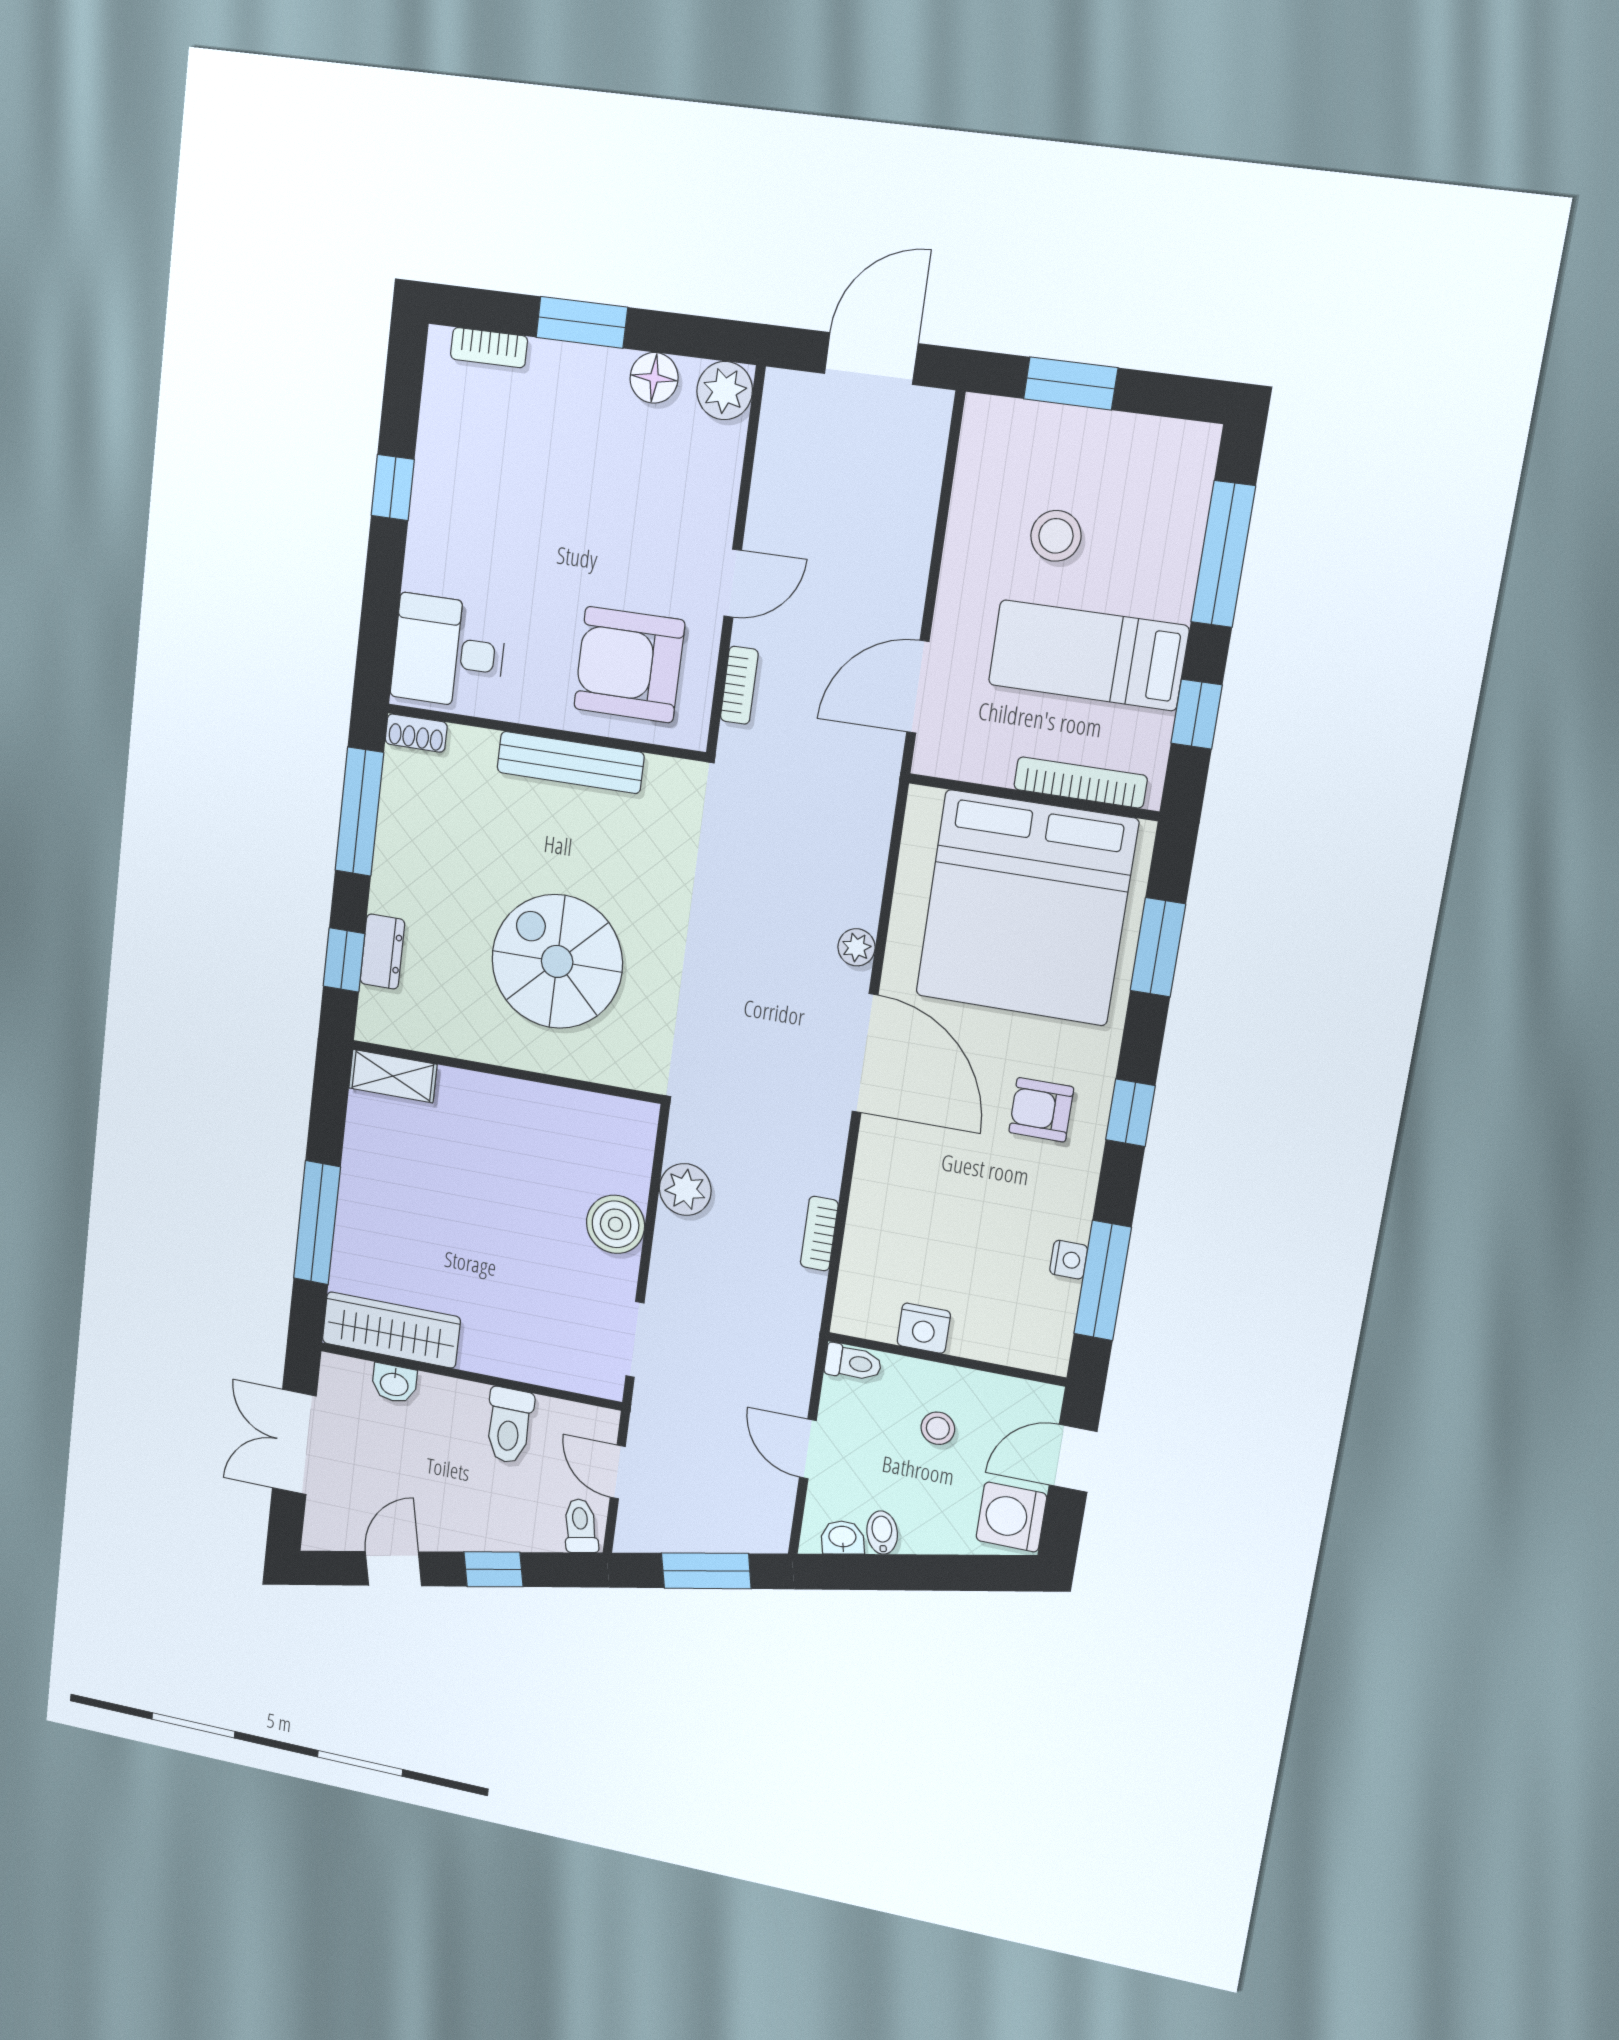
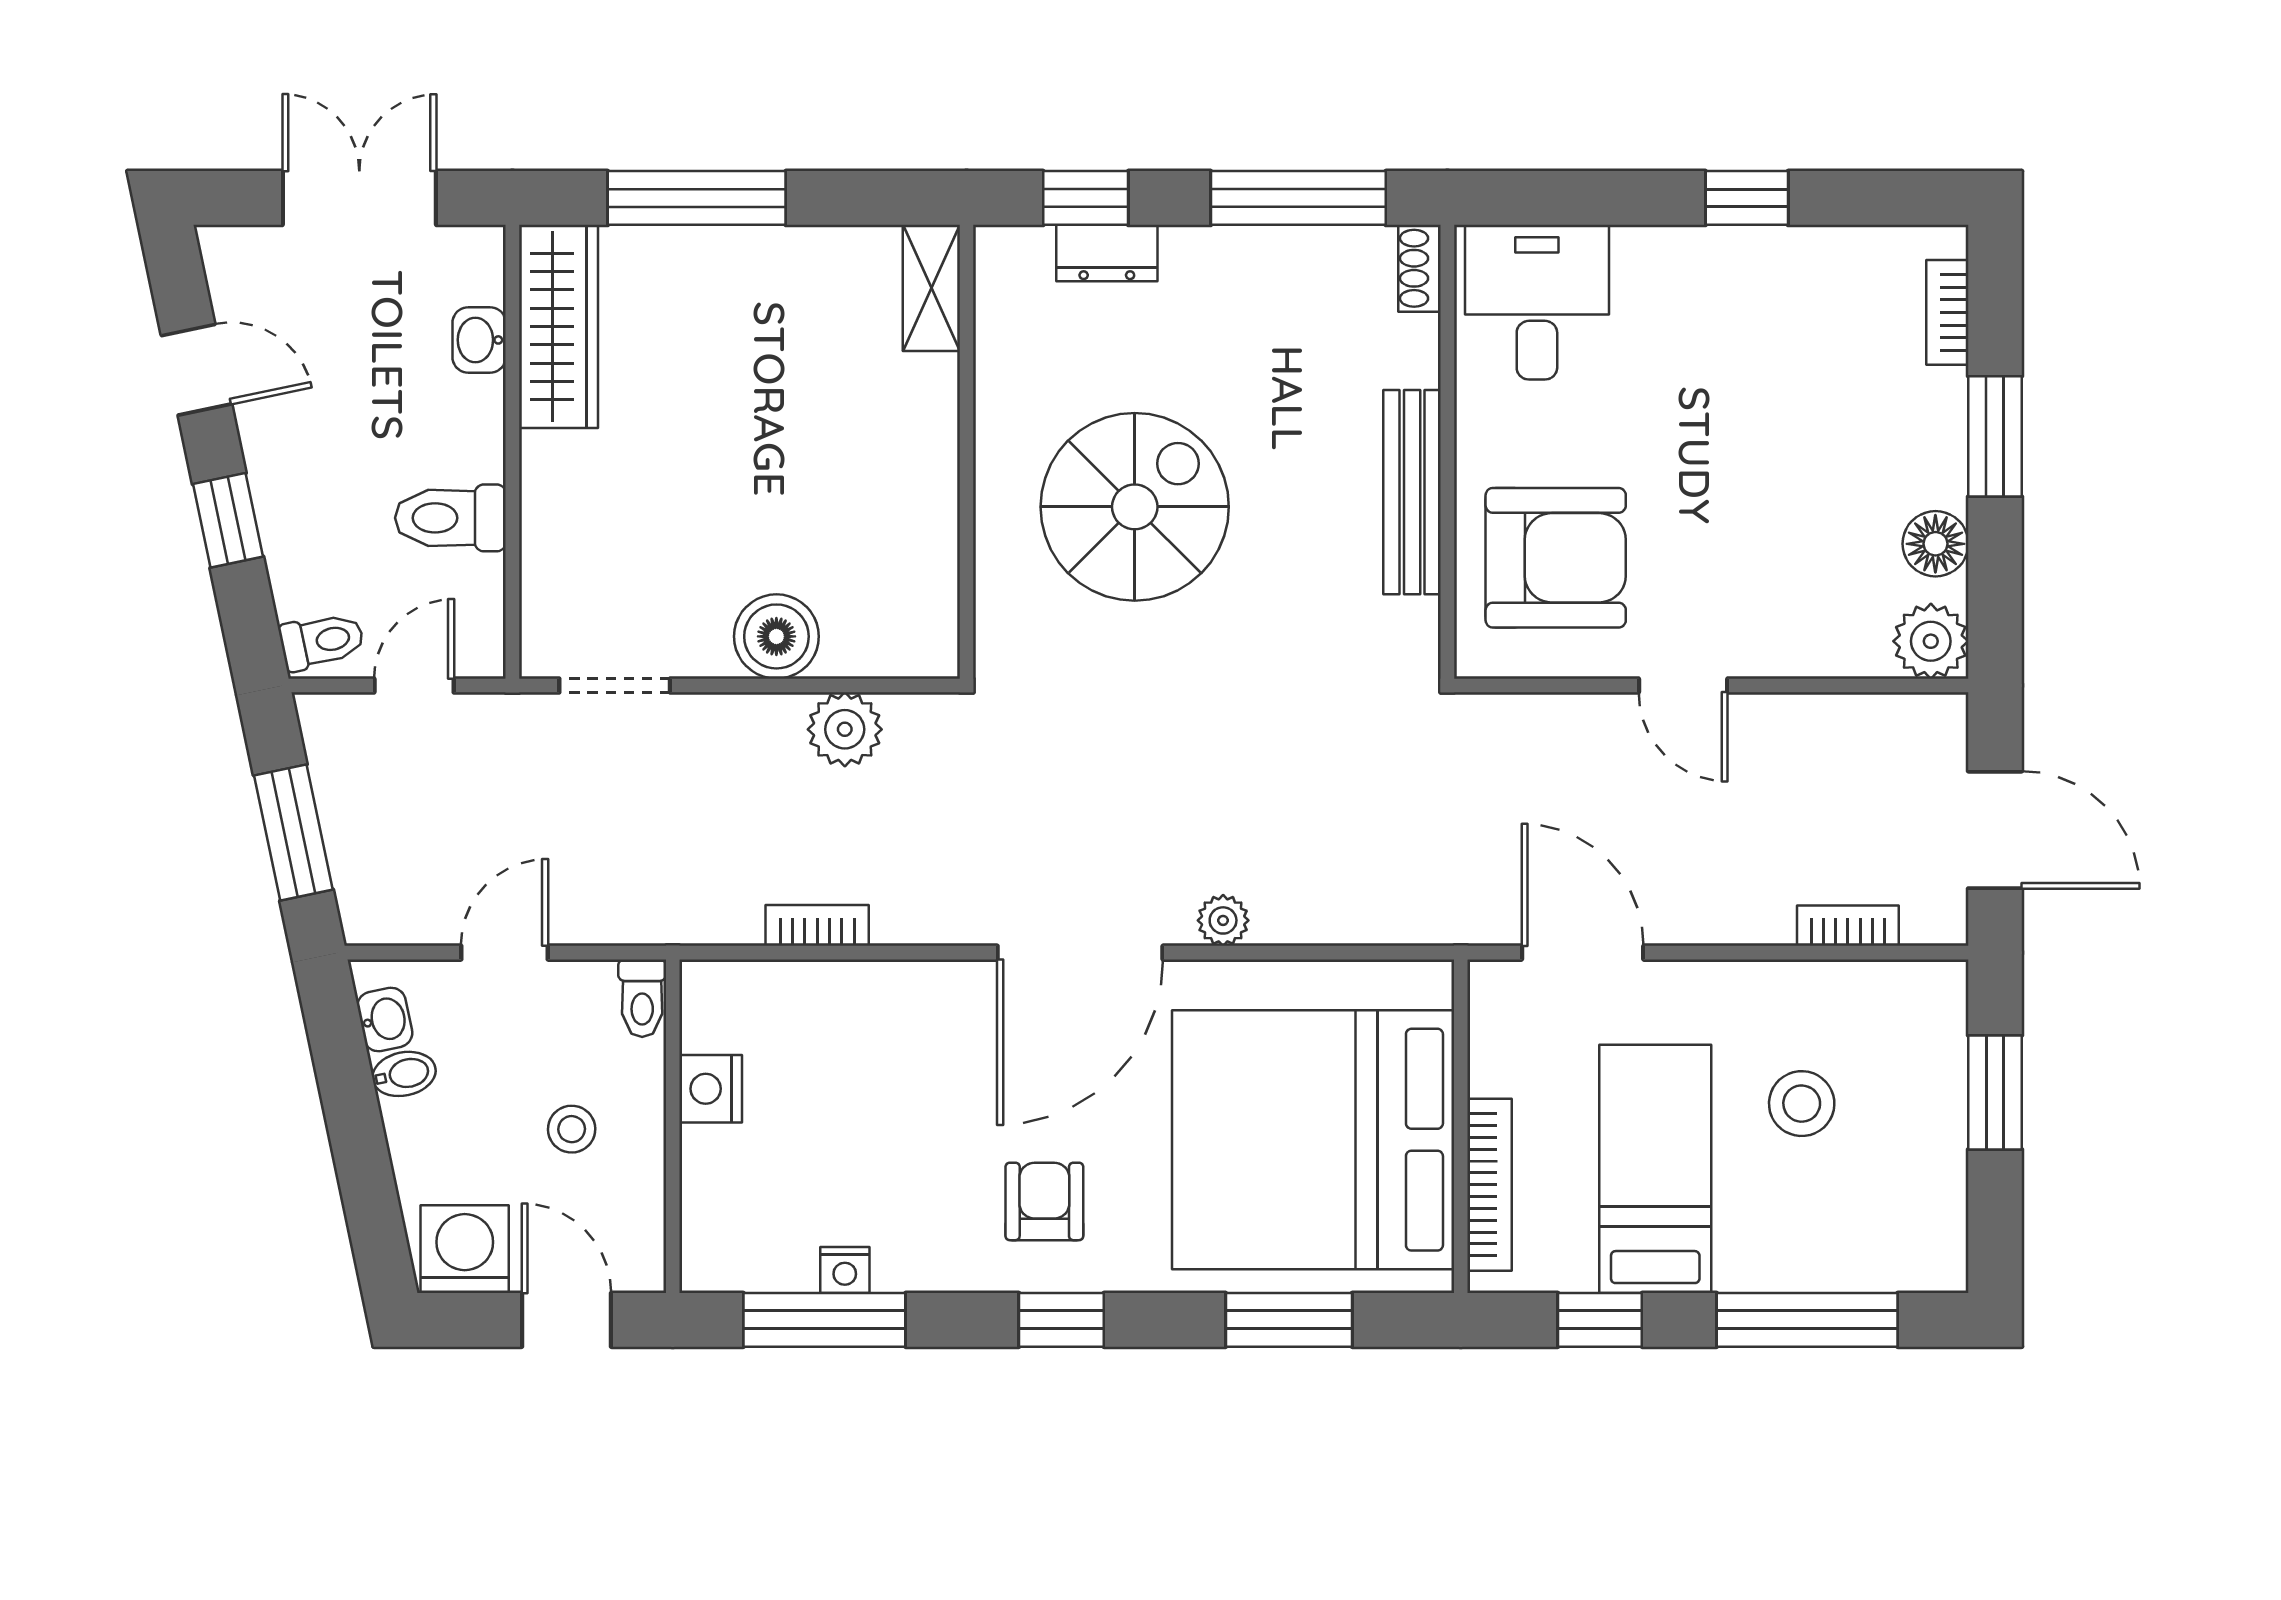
armchair: (629, 665) -> (1556, 558), turned 90
bookcase: (739, 685) -> (1848, 926), moved, turned 180

